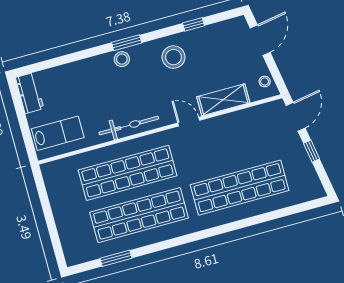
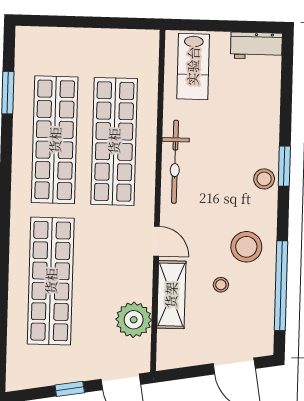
window: (193, 24) -> (281, 286), width x3.17
window: (127, 43) -> (284, 166), moved
stool: (265, 81) -> (221, 285), moved
plant: (249, 121) -> (134, 320), added
door: (189, 122) -> (157, 241), hinge flipped

